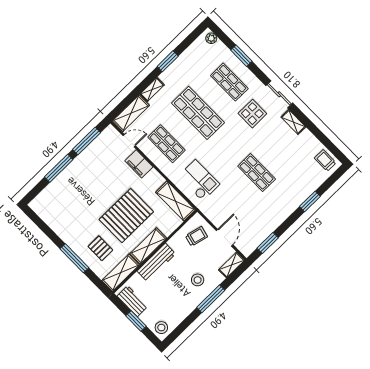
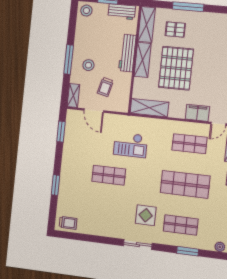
shelving: (293, 122) -> (112, 233), removed
checkout: (199, 180) -> (130, 145), moved
trolley: (196, 236) -> (105, 87), moved

